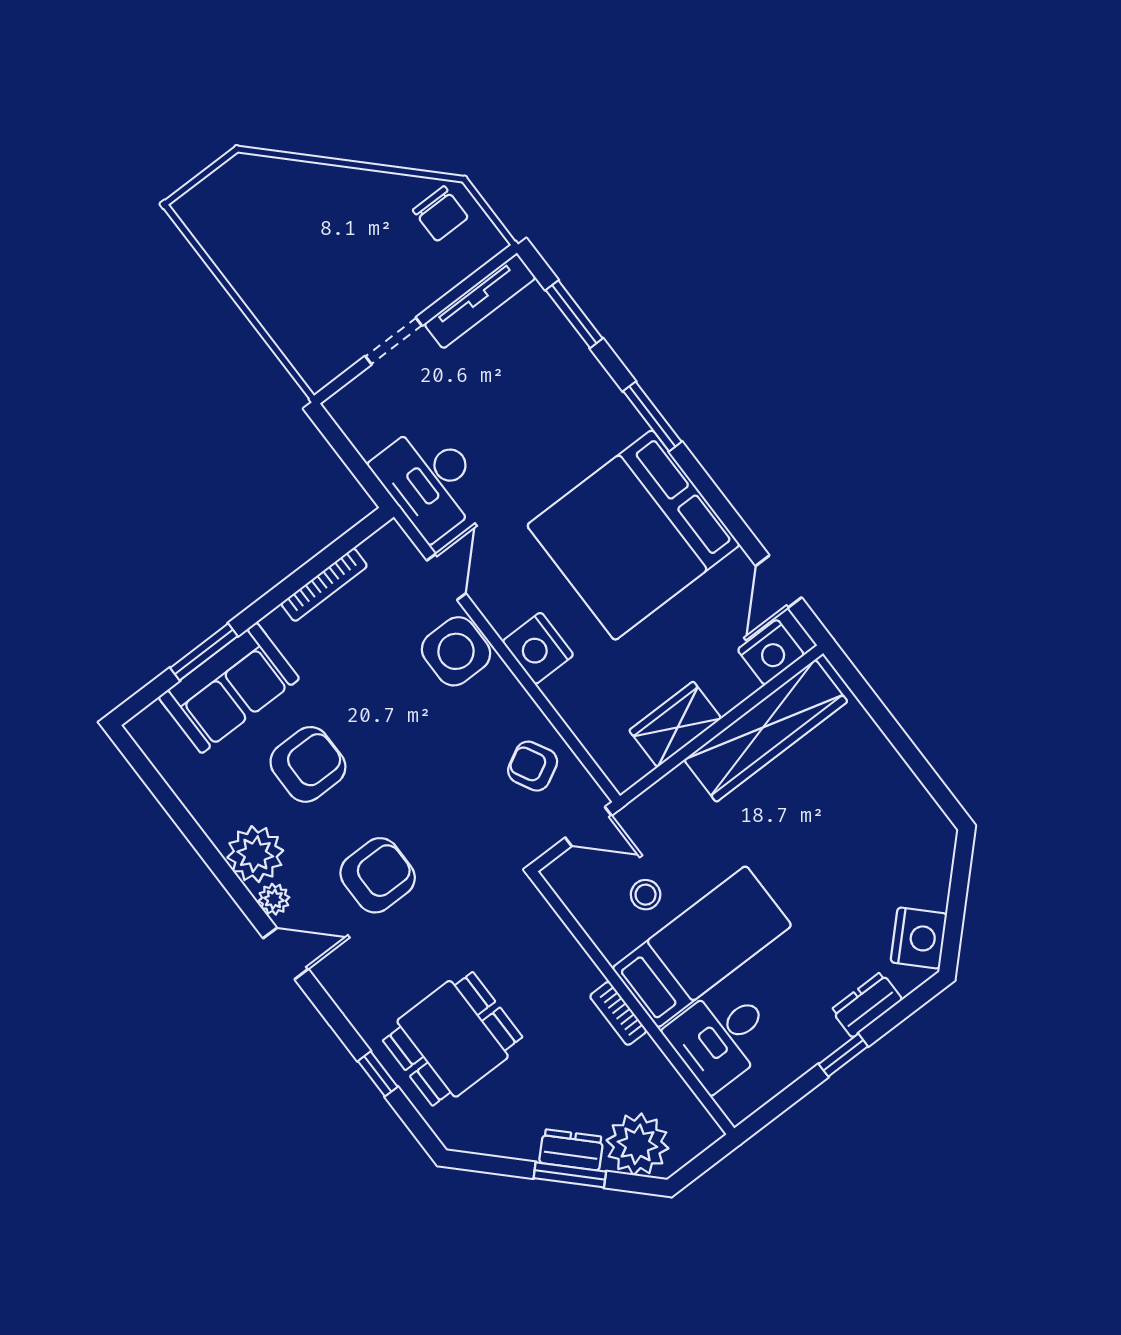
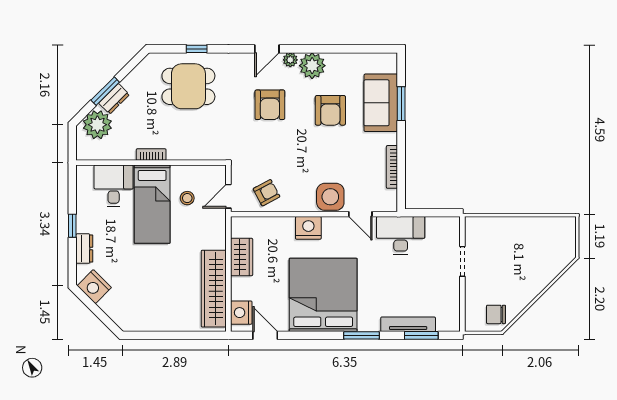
tv unit: (480, 301) -> (408, 324), moved, turned 90
dining table: (453, 1039) -> (188, 86), turned 90

